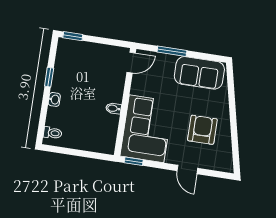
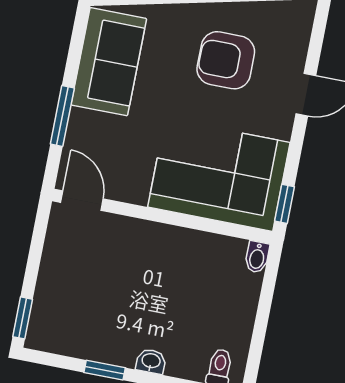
bidet: (113, 108) -> (257, 257), moved

